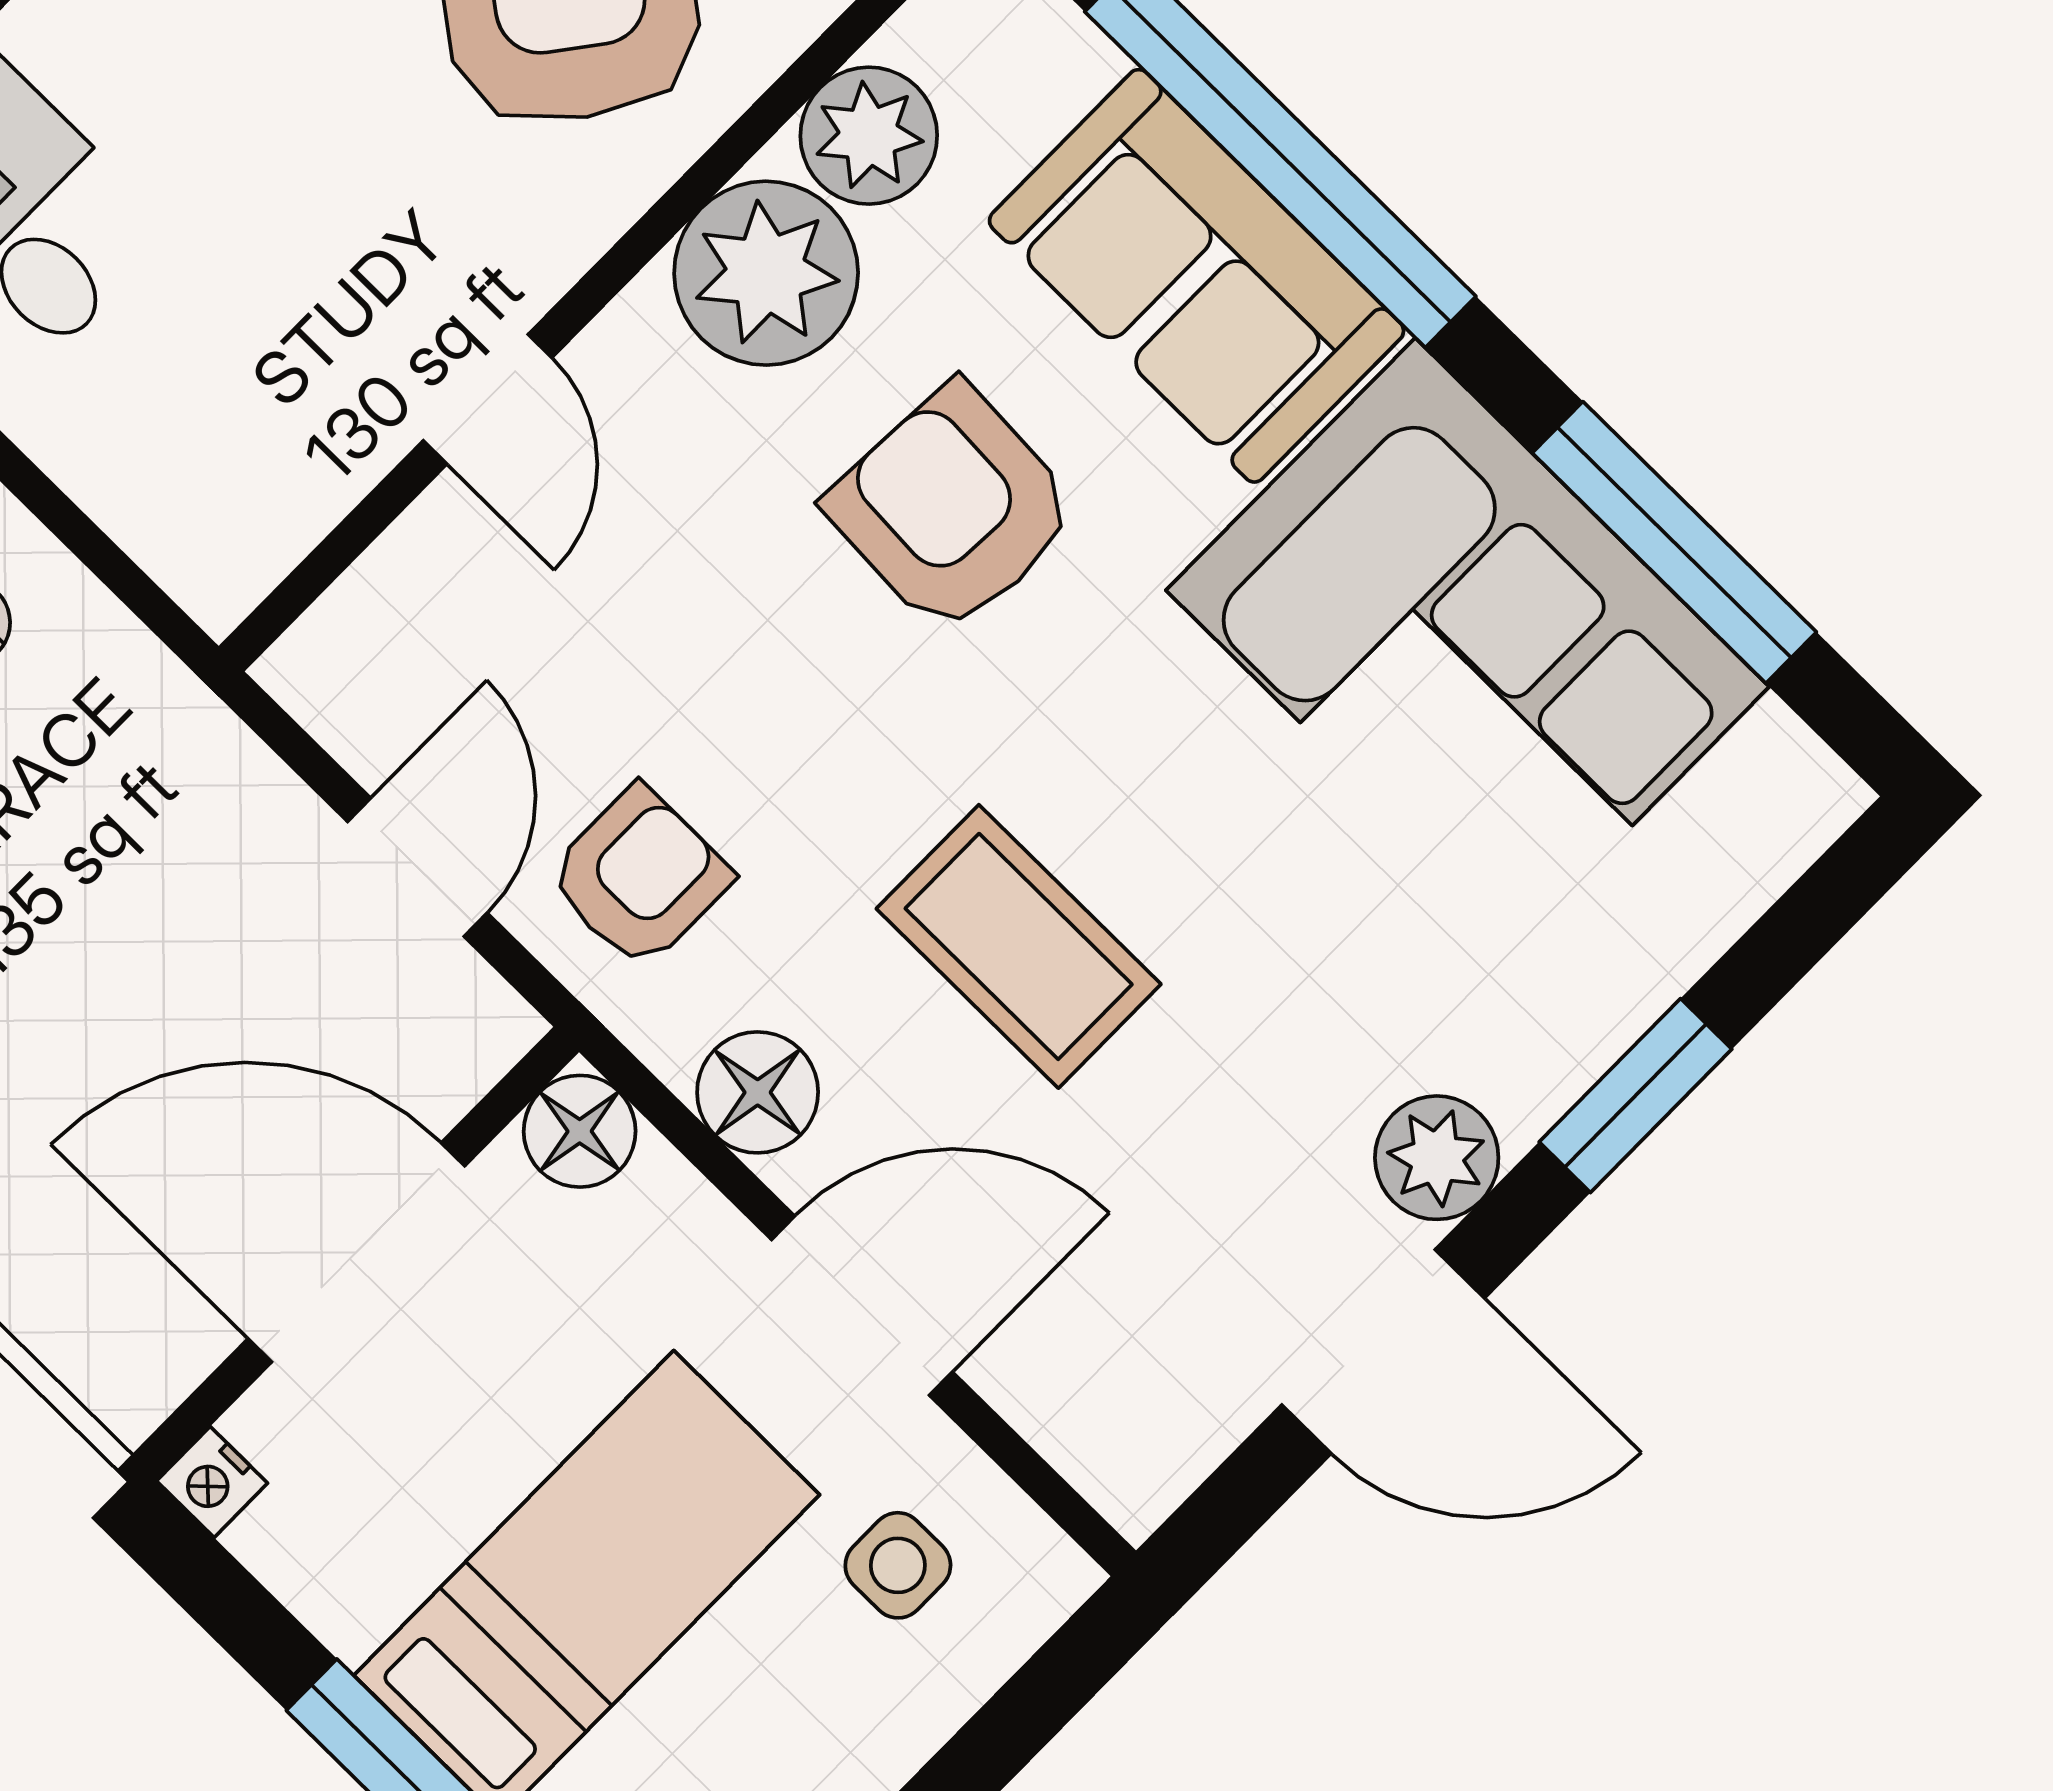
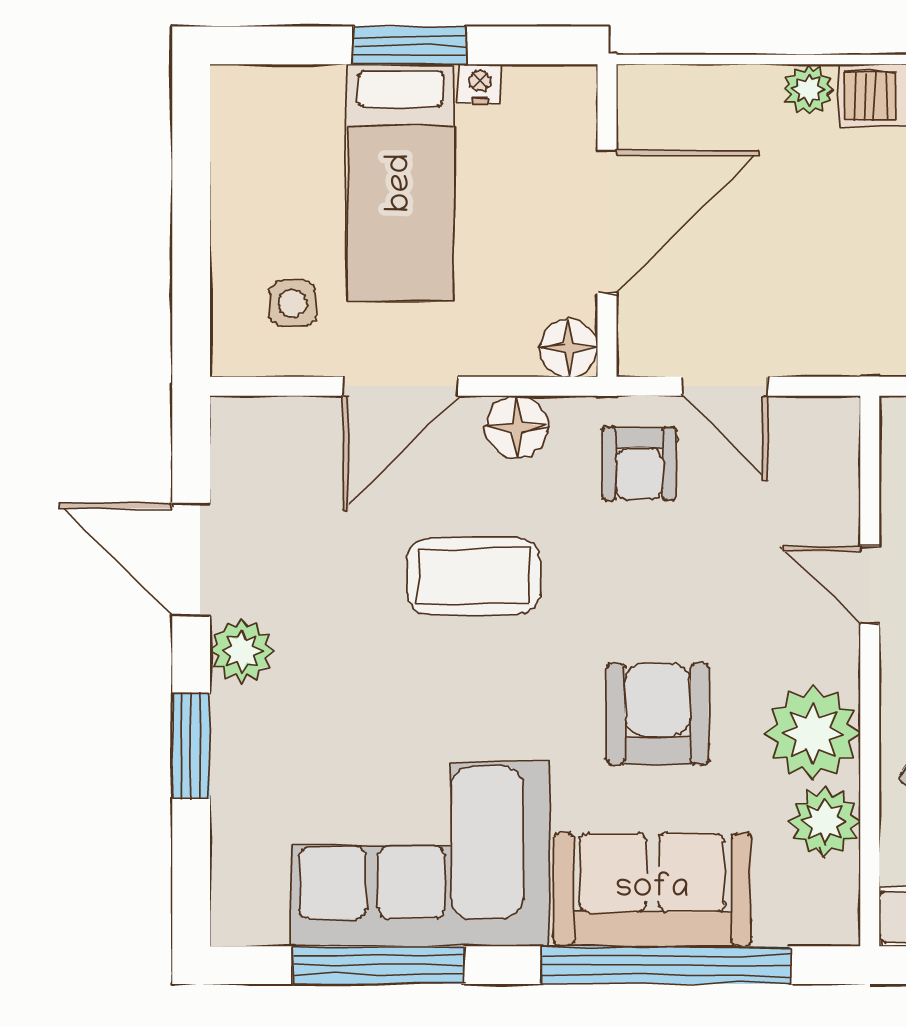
armchair: (952, 509) -> (658, 714), turned -93
door: (1383, 1351) -> (191, 560), hinge flipped
nightstand: (212, 1482) -> (480, 84), moved

